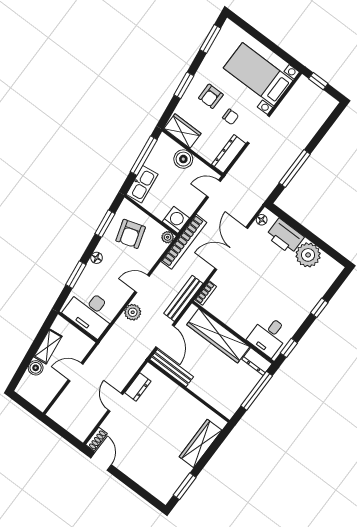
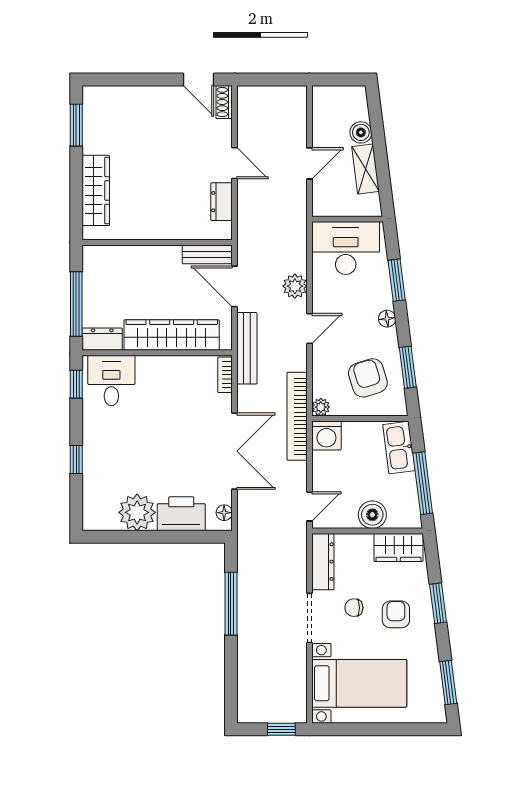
bench: (172, 368) -> (207, 254), width x0.73

